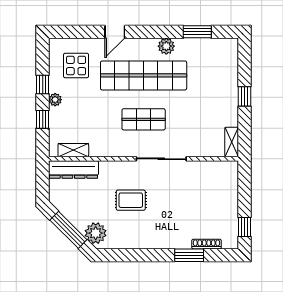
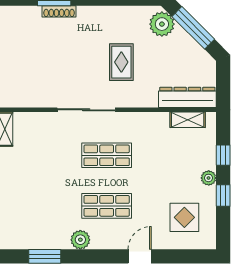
shop shelf: (144, 75) -> (107, 206), width x0.50, depth x0.74
rug: (131, 200) -> (121, 62), turned 90
shoe rack: (206, 244) -> (59, 11), moved

